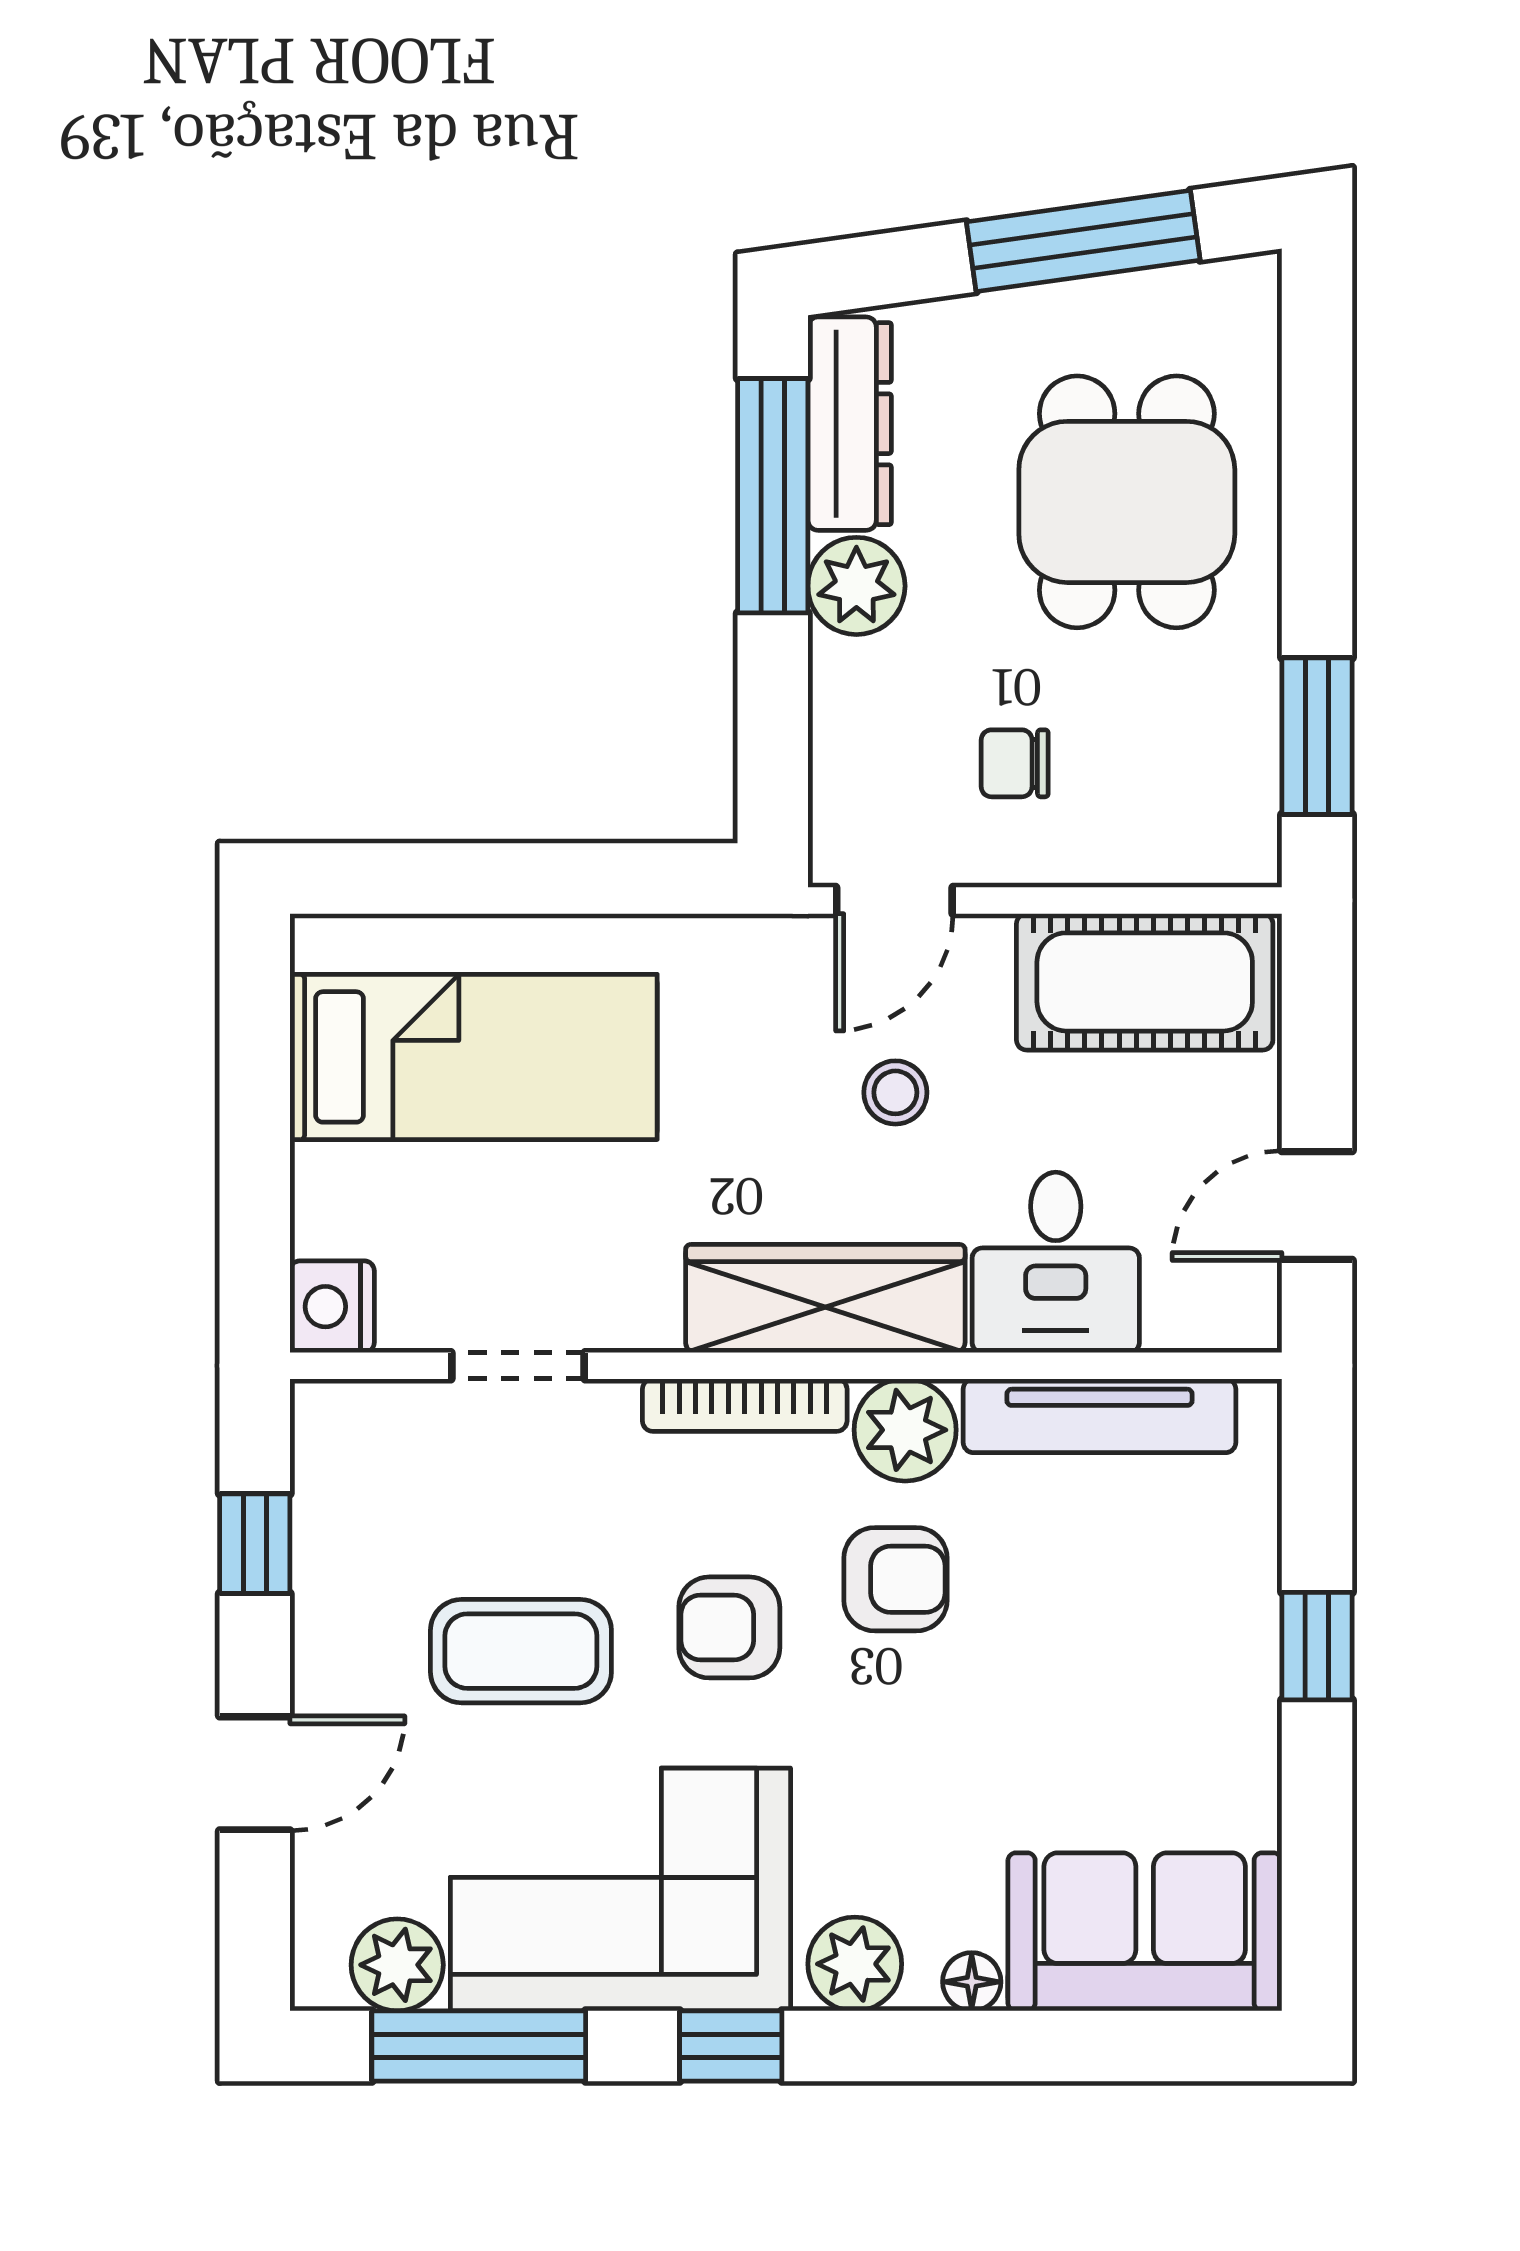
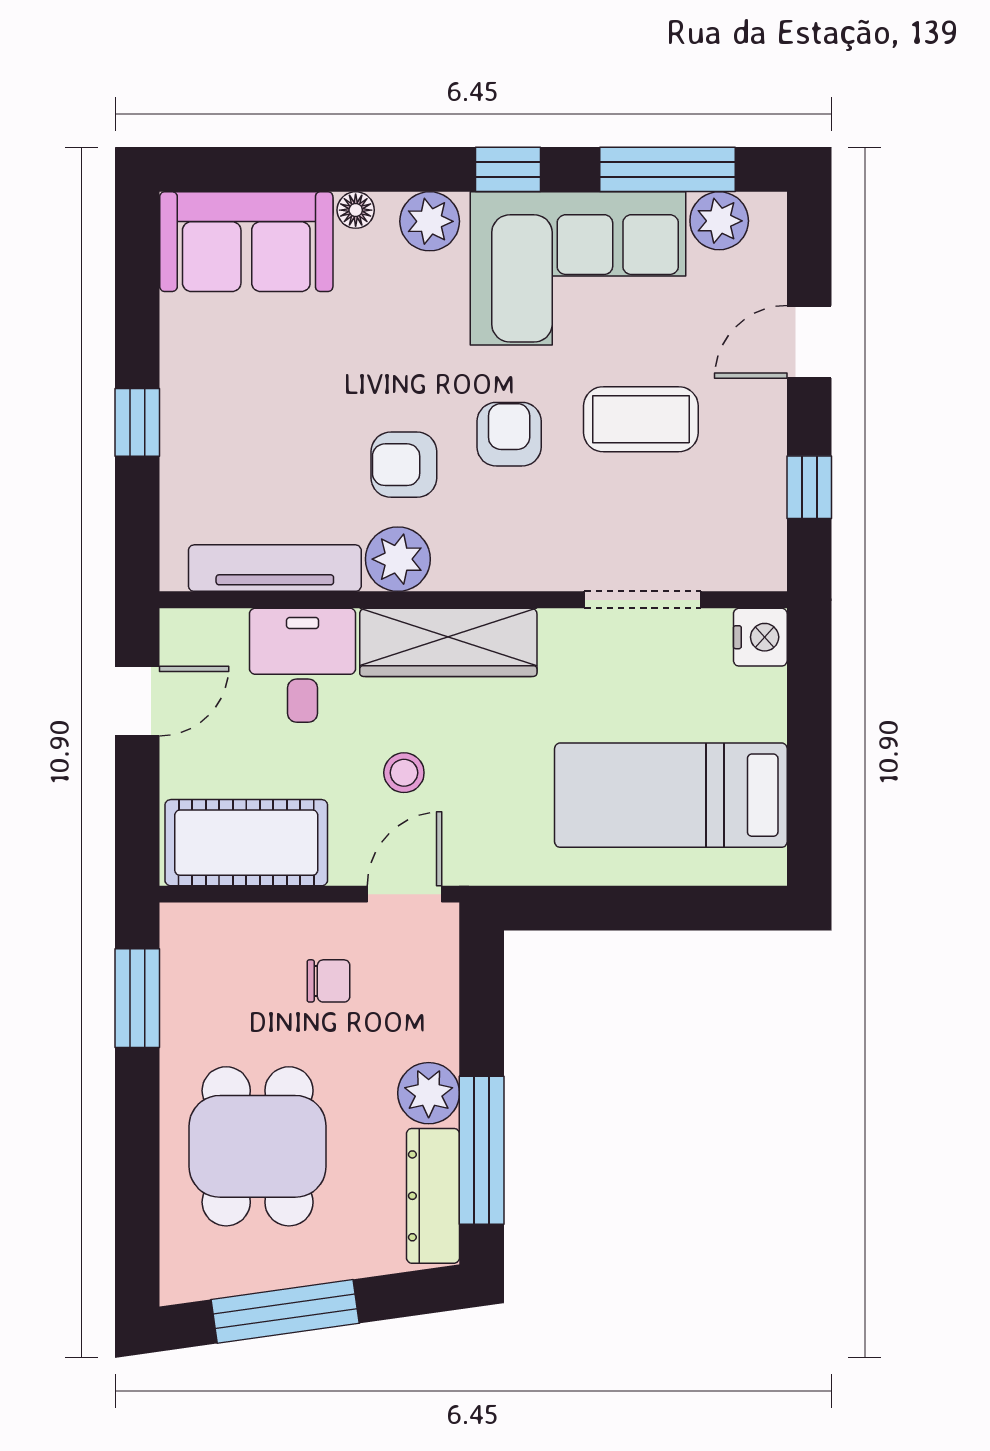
doorway: (518, 1366) -> (643, 600), width x1.38
bookcase: (745, 1405) -> (499, 575), removed
armchair: (729, 1627) -> (509, 434), turned -90

